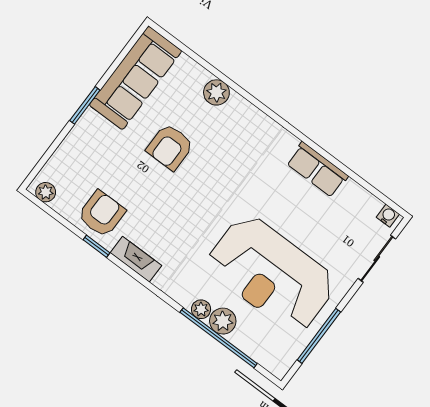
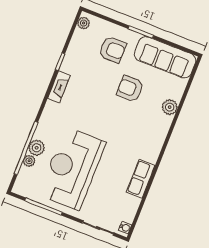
armchair: (102, 214) -> (112, 49), moved
plant: (201, 309) -> (29, 161), moved

